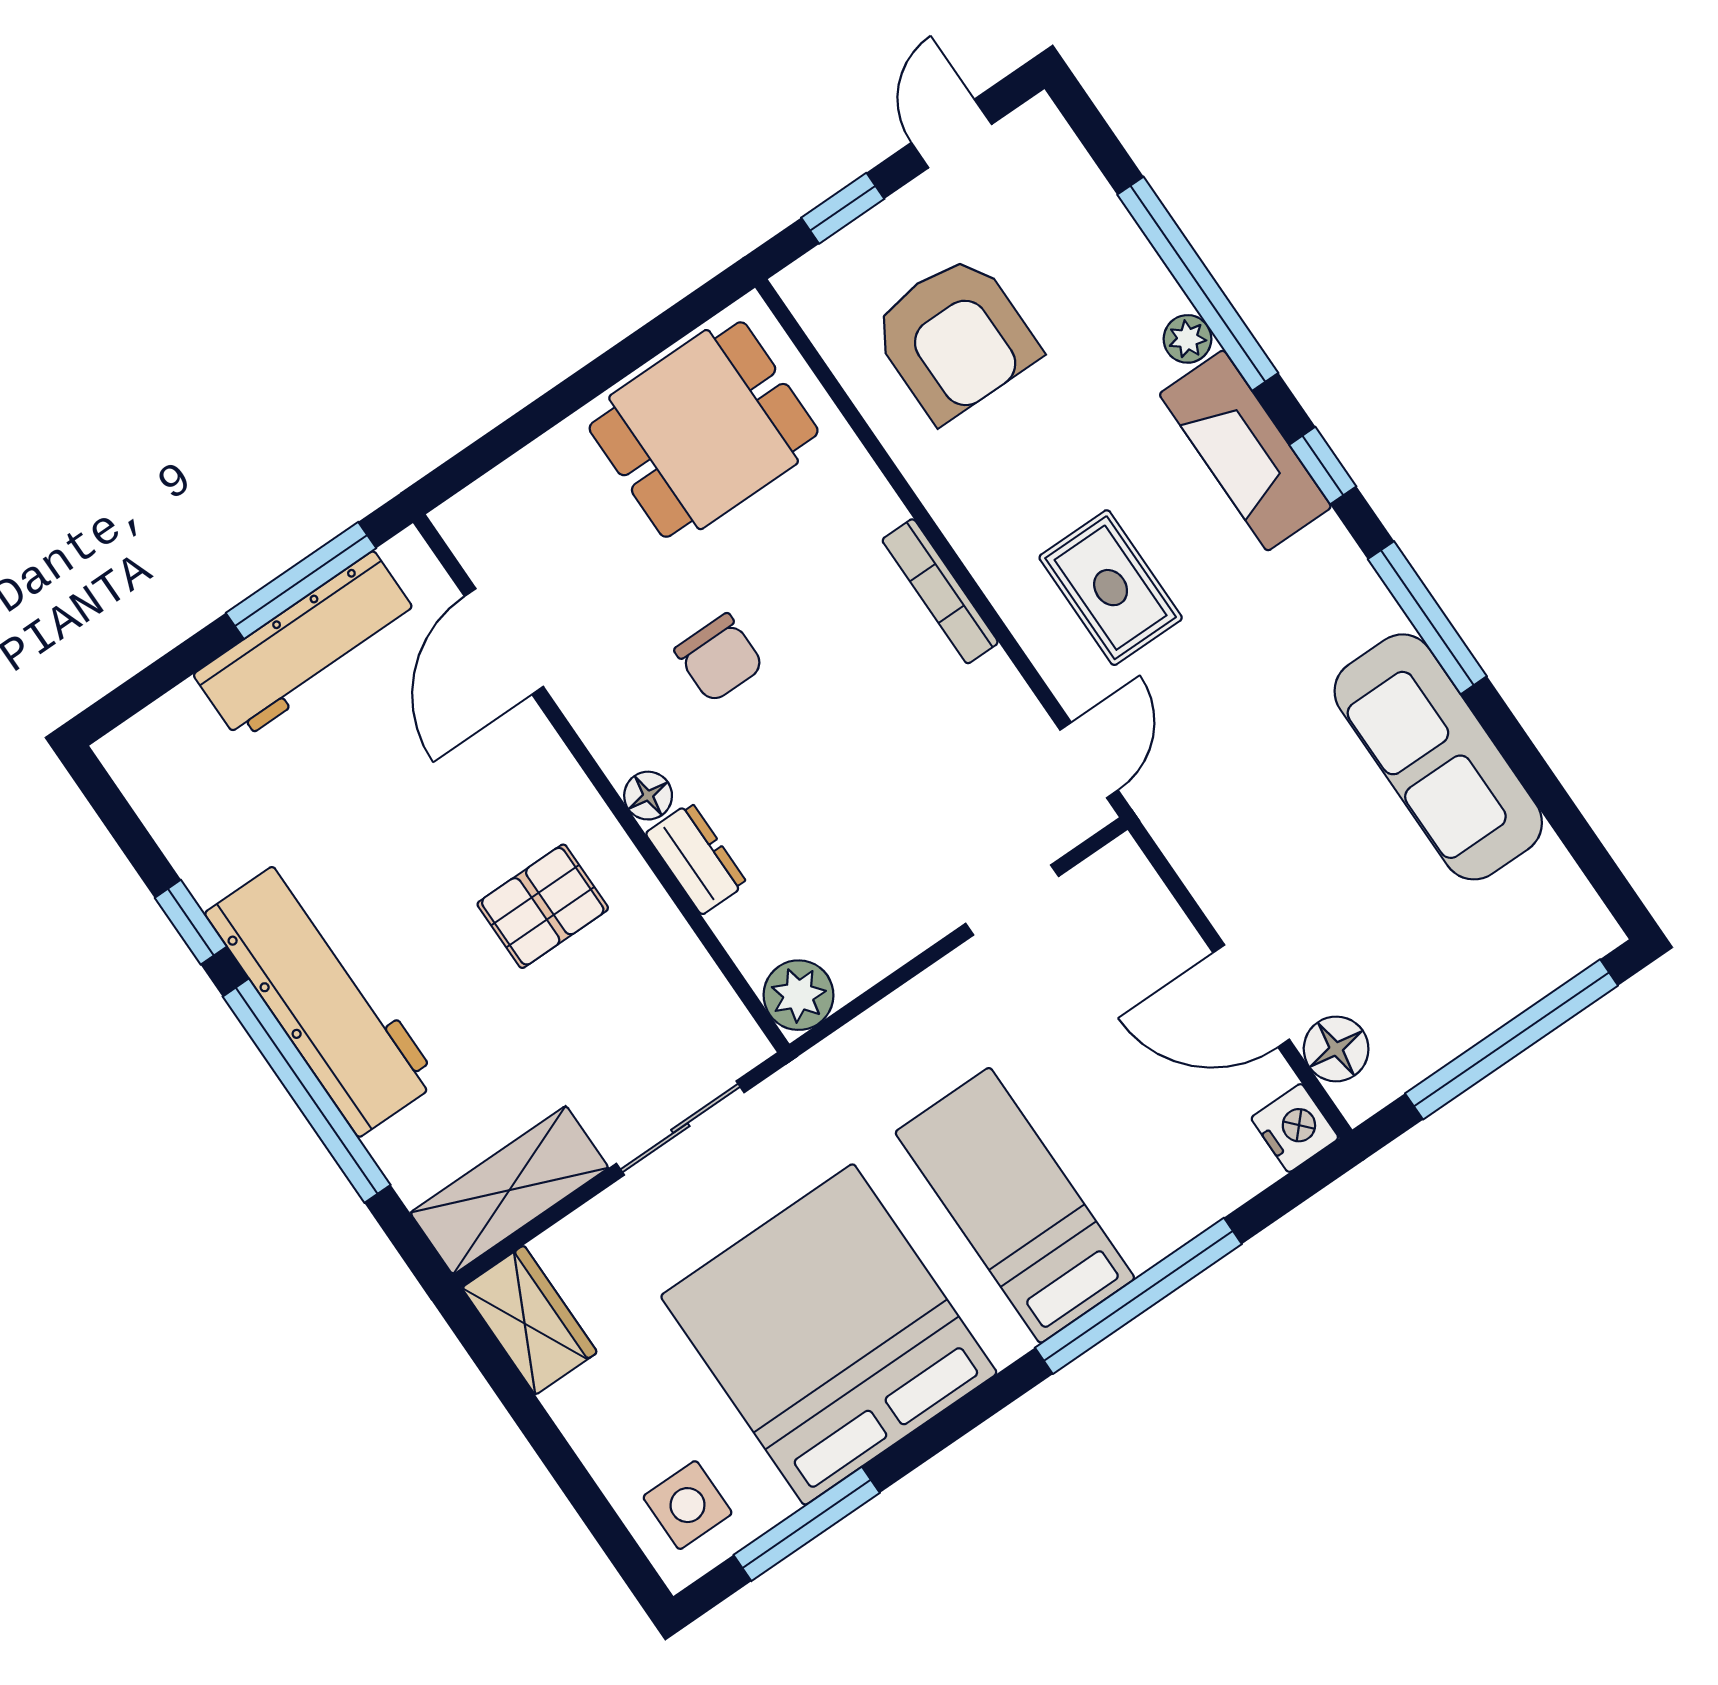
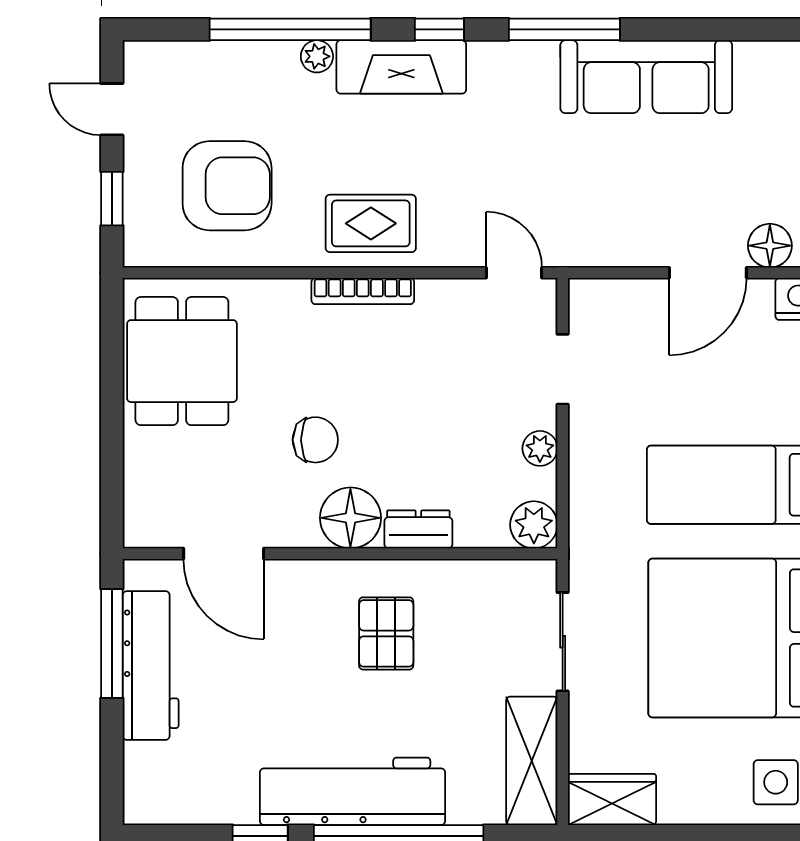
rug: (1111, 588) -> (371, 223), moved
floor lamp: (648, 796) -> (350, 518), width x1.89, depth x1.89
plant: (897, 939) -> (540, 448), added

